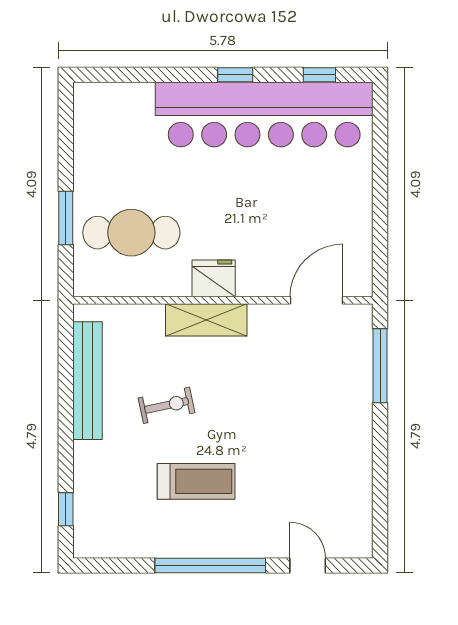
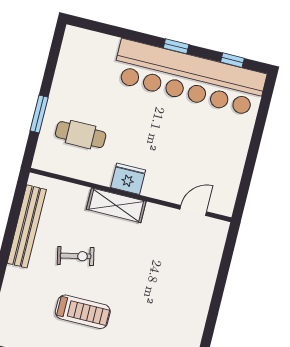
cafe table: (131, 233) -> (81, 135), width x0.73, depth x0.74
door: (316, 300) -> (193, 210), width x0.73
window: (380, 366) -> (225, 265), removed

